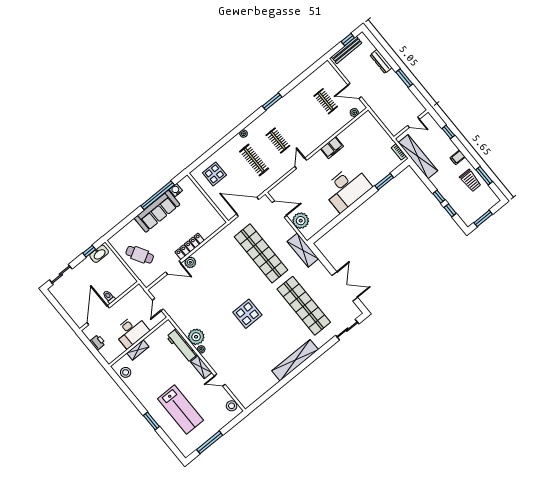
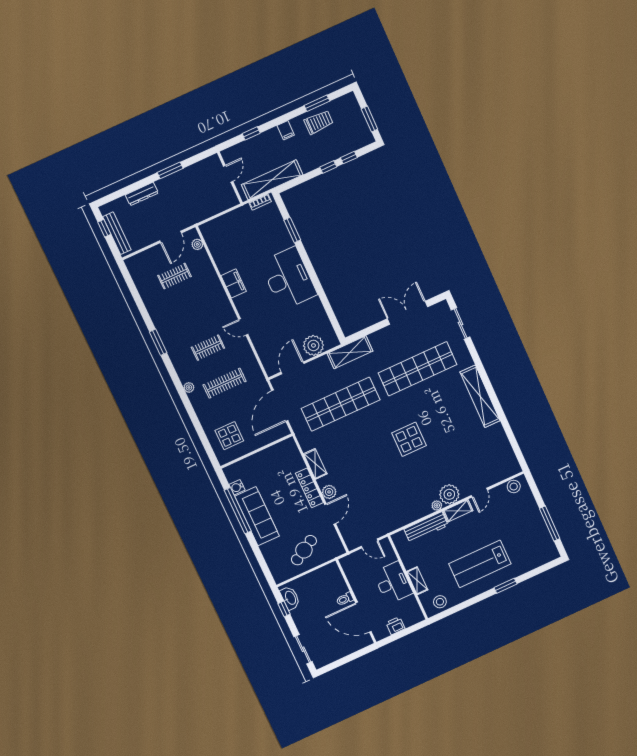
shelving: (210, 246) -> (315, 464), added
plant: (196, 337) -> (449, 494), moved
lab bench: (180, 410) -> (480, 564), moved, turned 180

